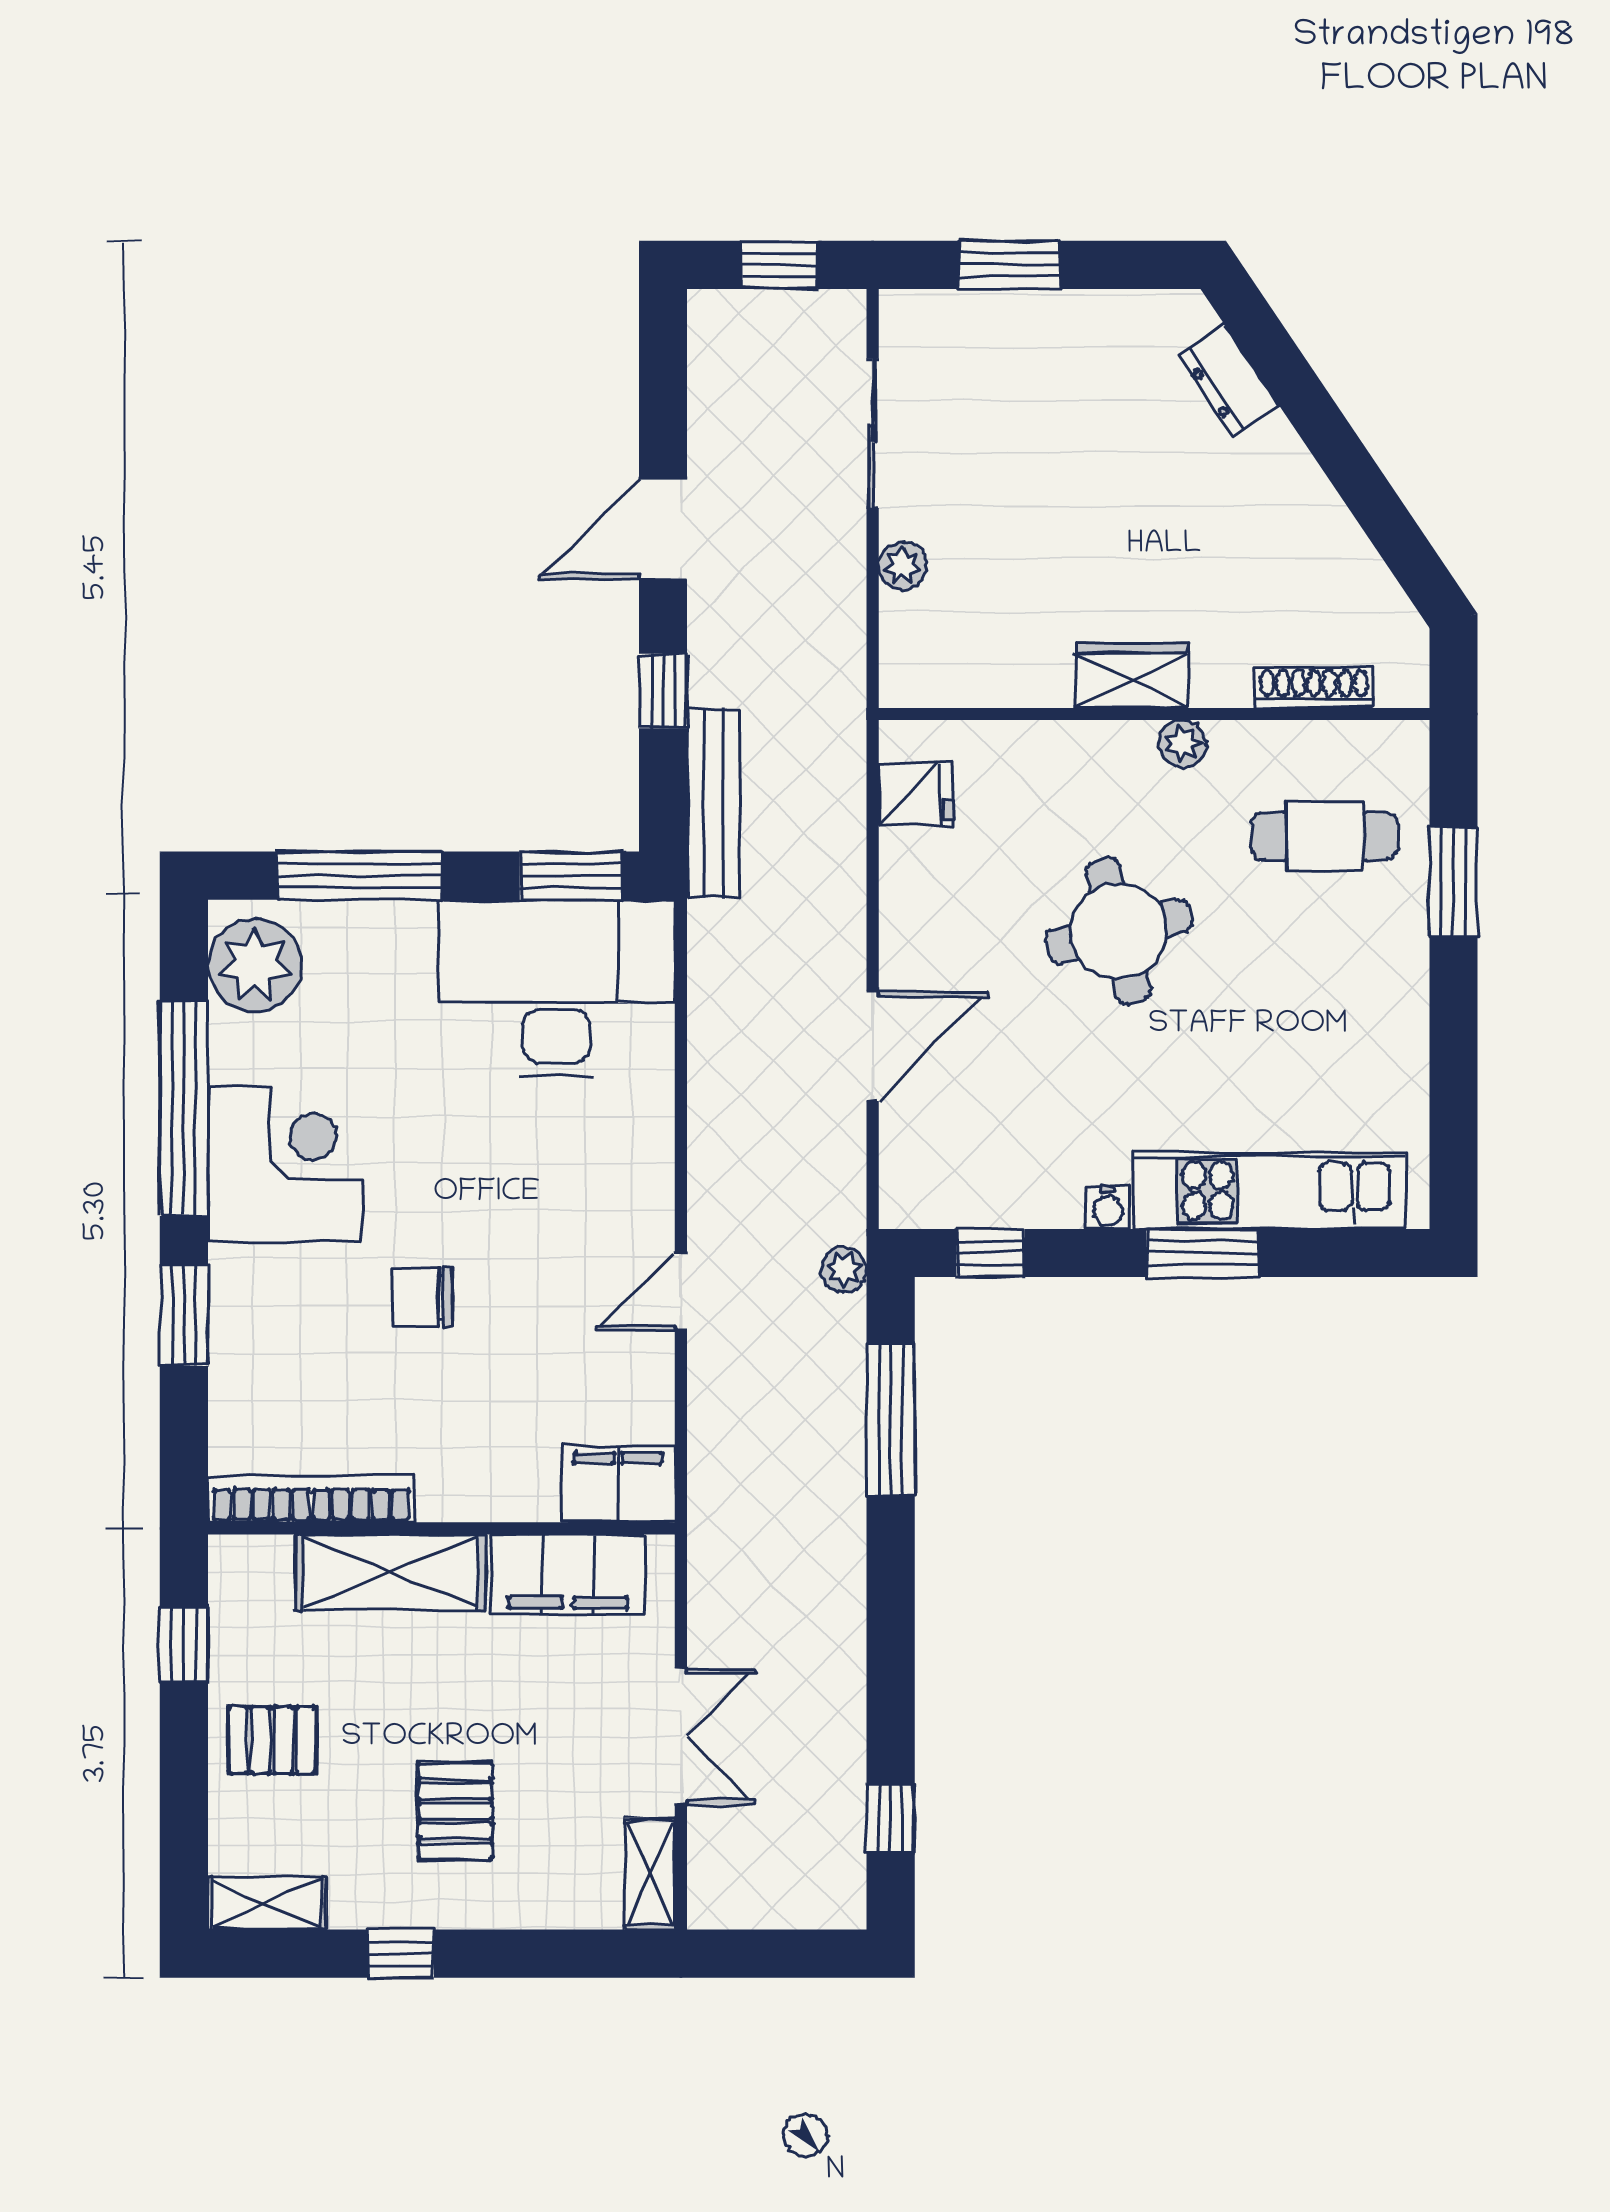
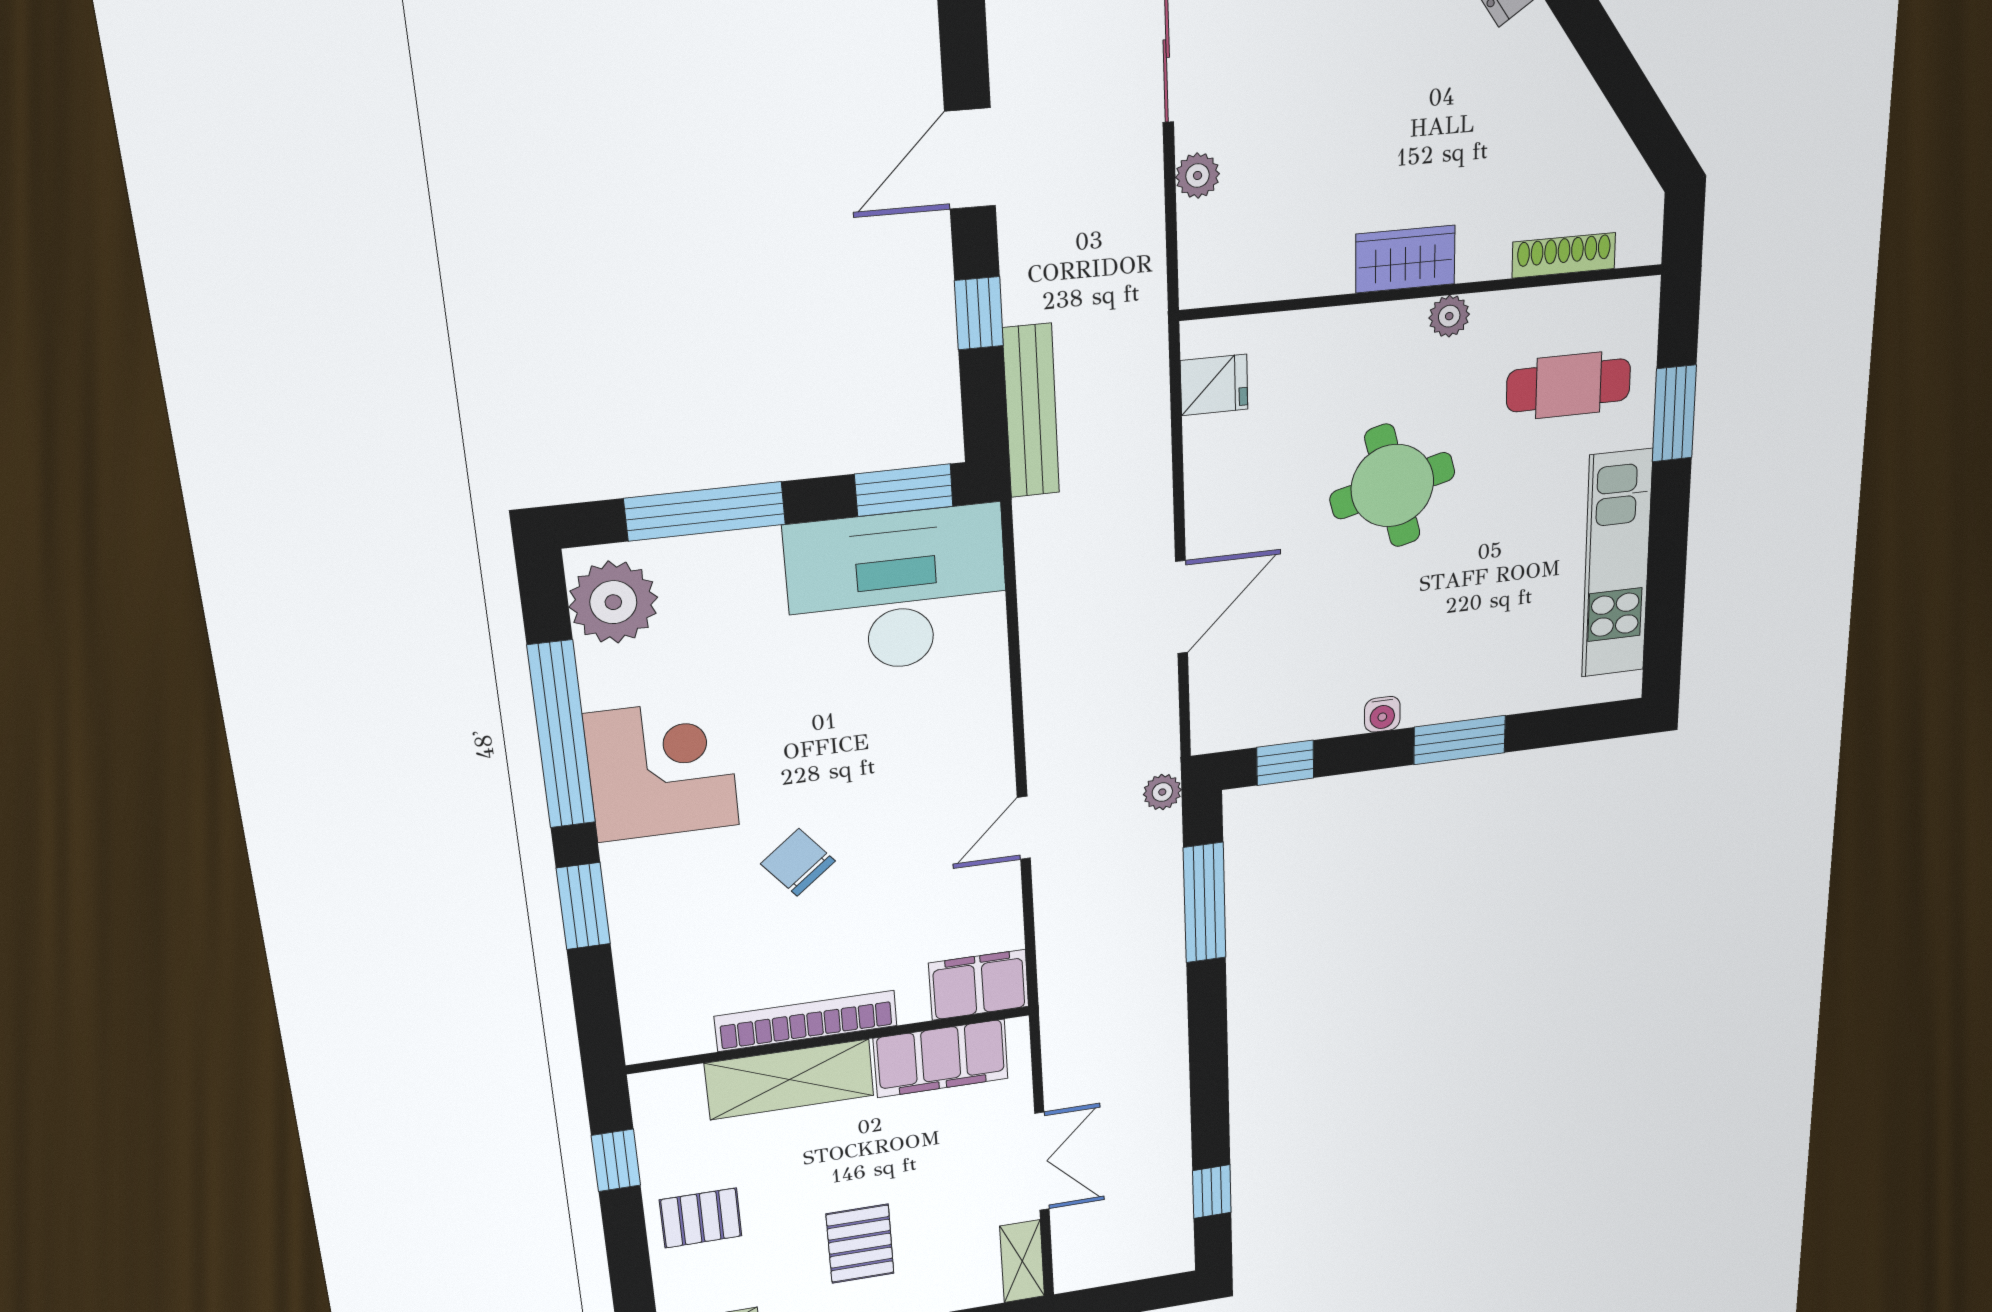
kitchen unit: (1270, 1191) -> (1617, 564), moved, turned -90
chair: (423, 1297) -> (798, 862), turned 51
bookcase: (311, 1499) -> (806, 1021), moved

